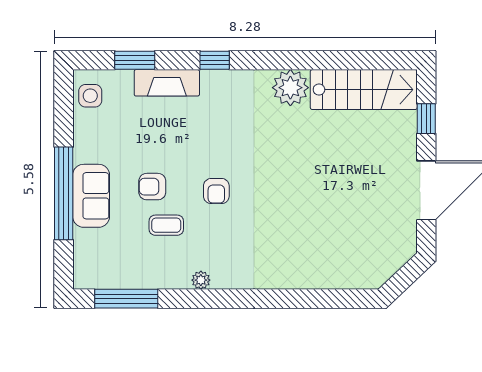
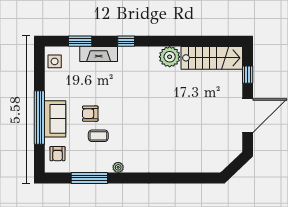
armchair: (216, 191) -> (57, 154), moved
window: (126, 299) -> (89, 178), moved

